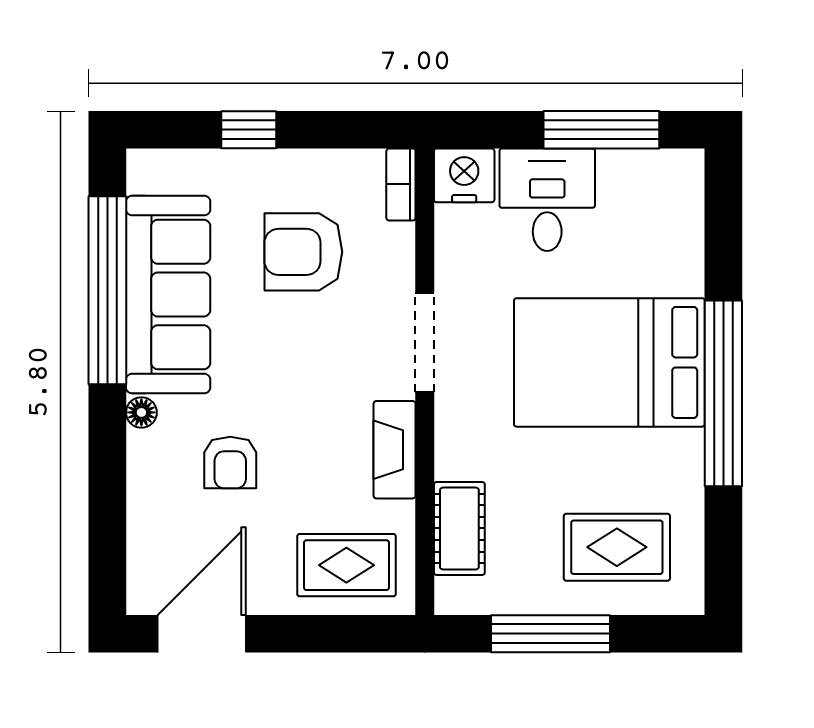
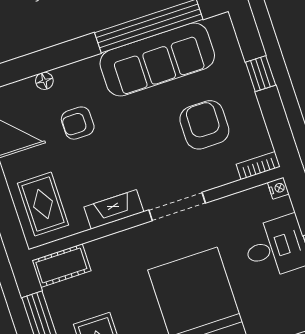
nightstand: (464, 175) -> (278, 188), width x0.53, depth x0.56
floor lamp: (141, 412) -> (44, 81), moved
cot: (459, 528) -> (61, 266), moved

